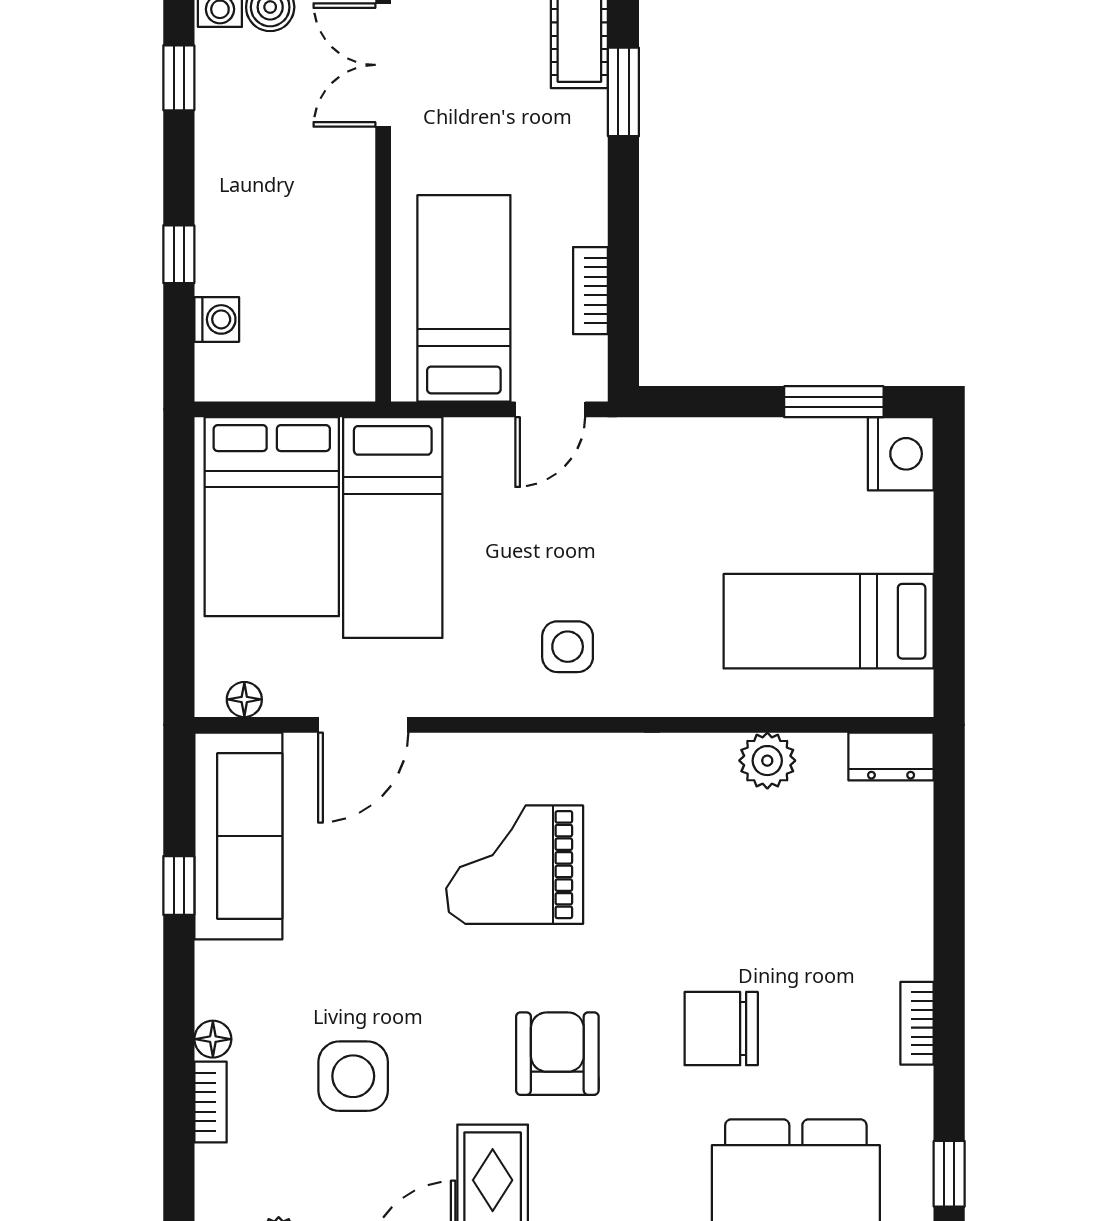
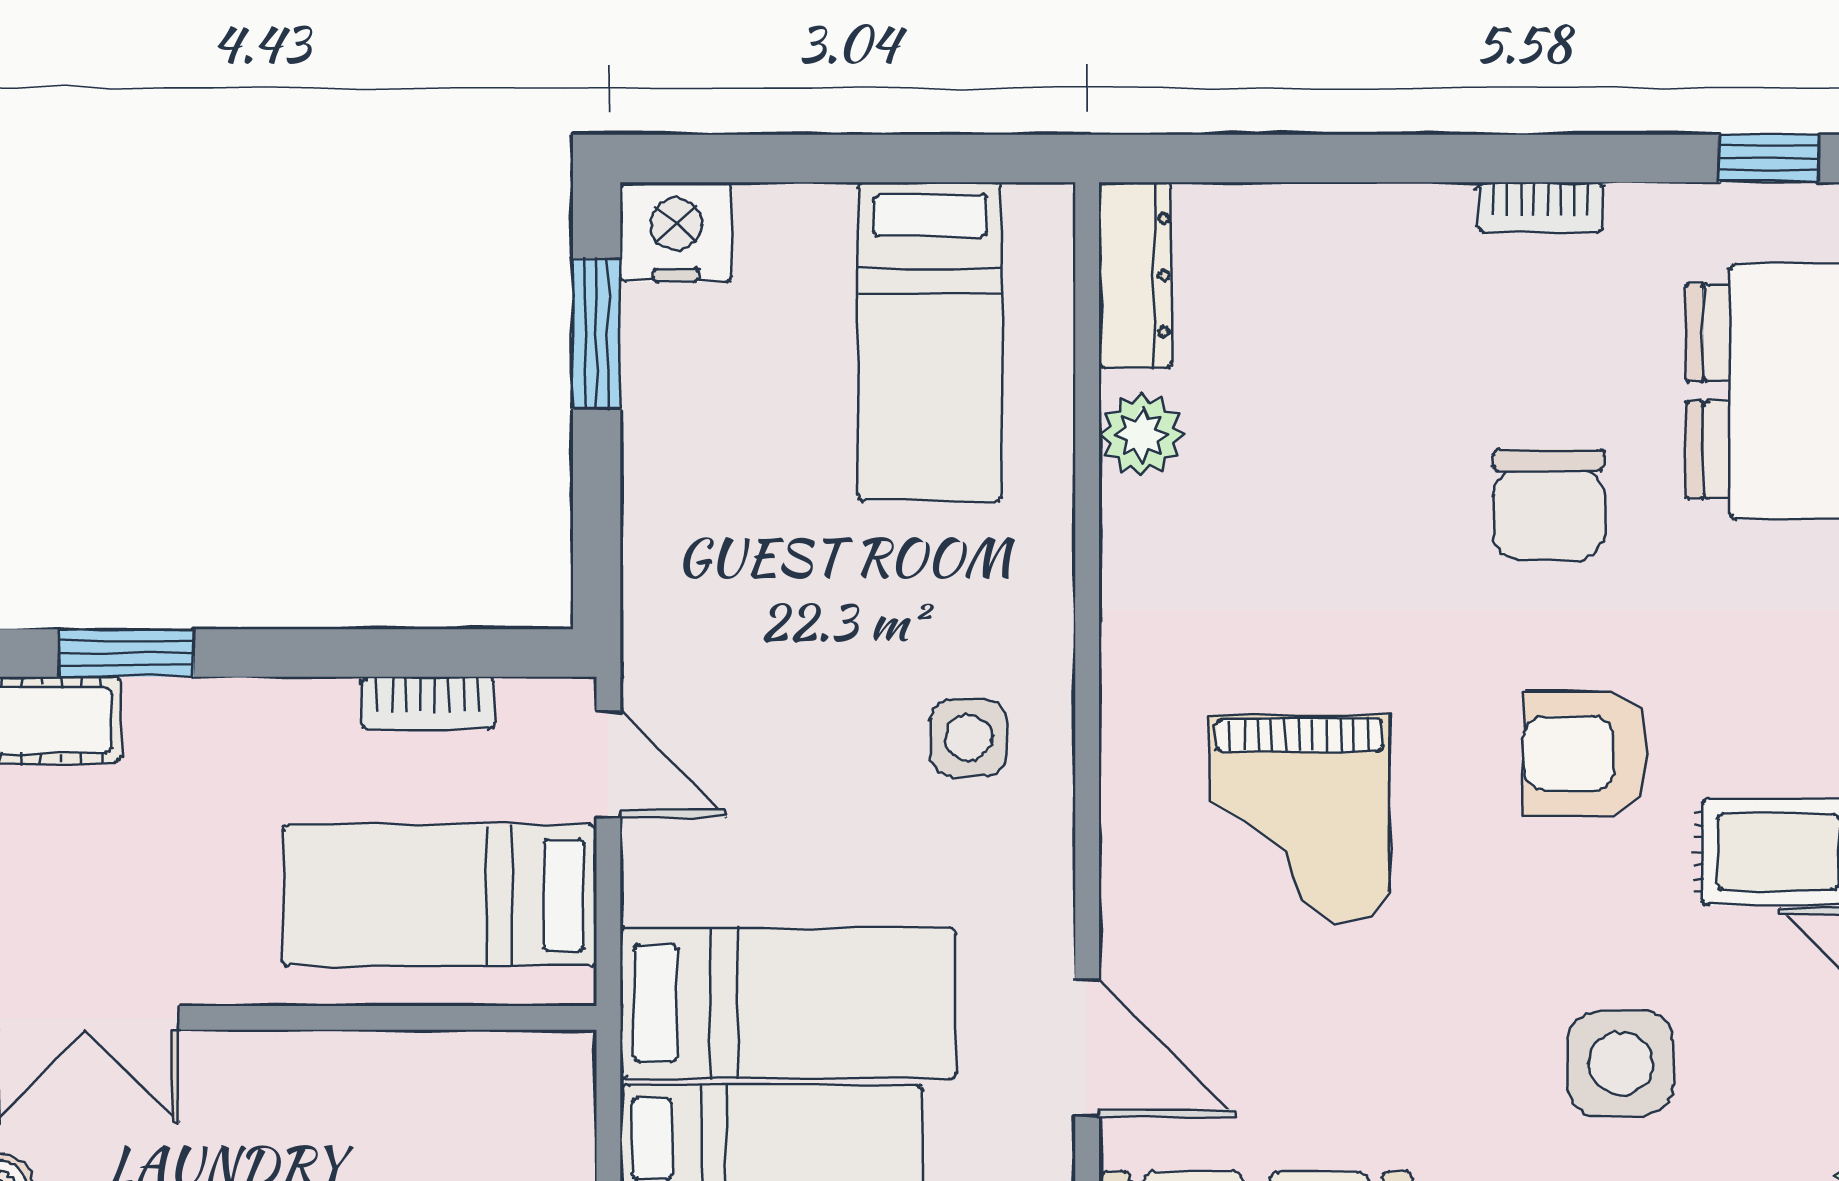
dresser: (891, 757) -> (1135, 275), width x1.44

